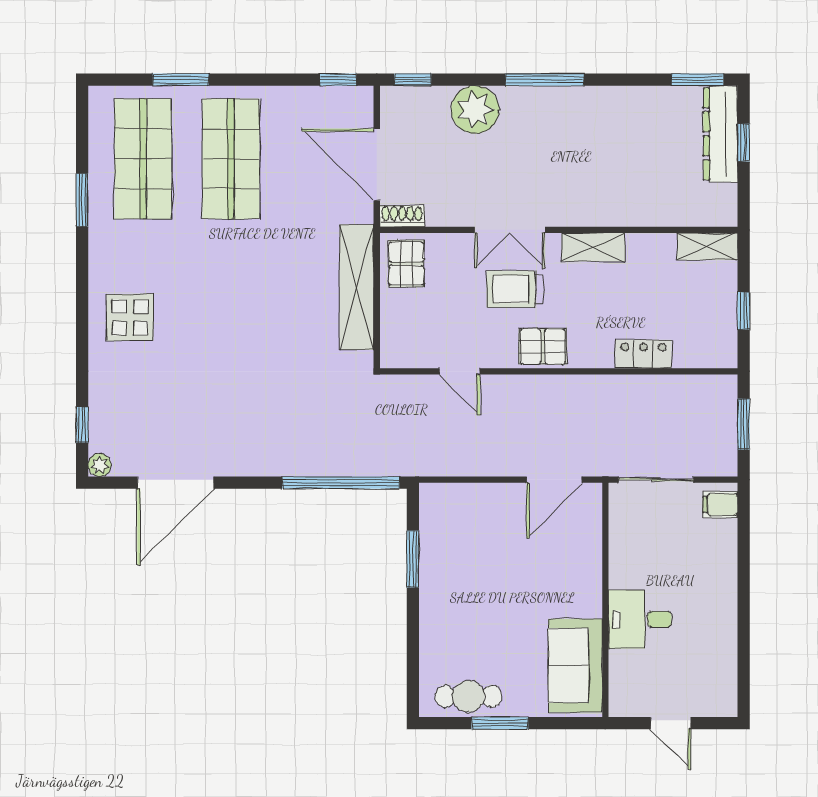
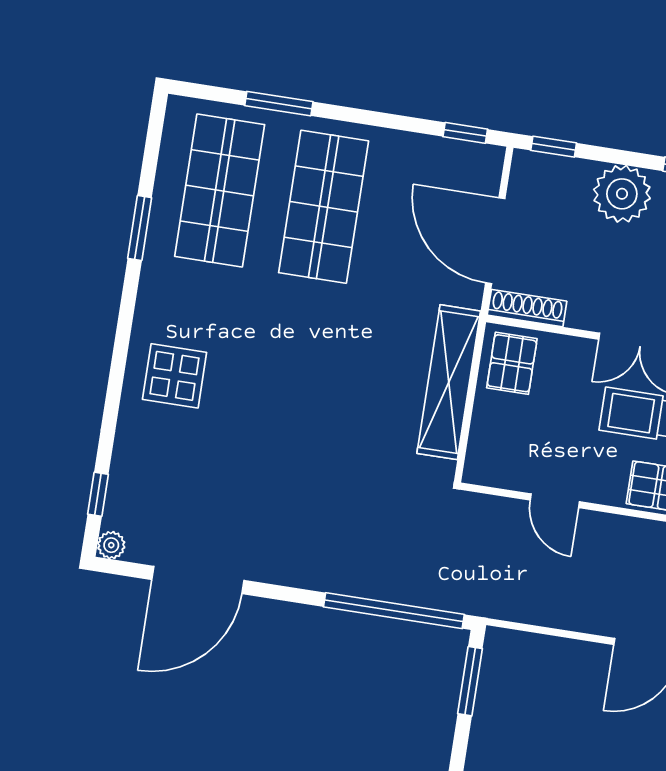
shoe rack: (402, 216) -> (527, 308), width x1.43
window: (413, 559) -> (470, 681), moved

